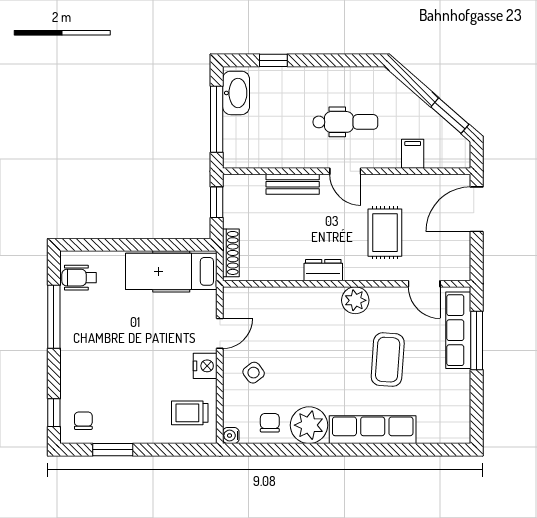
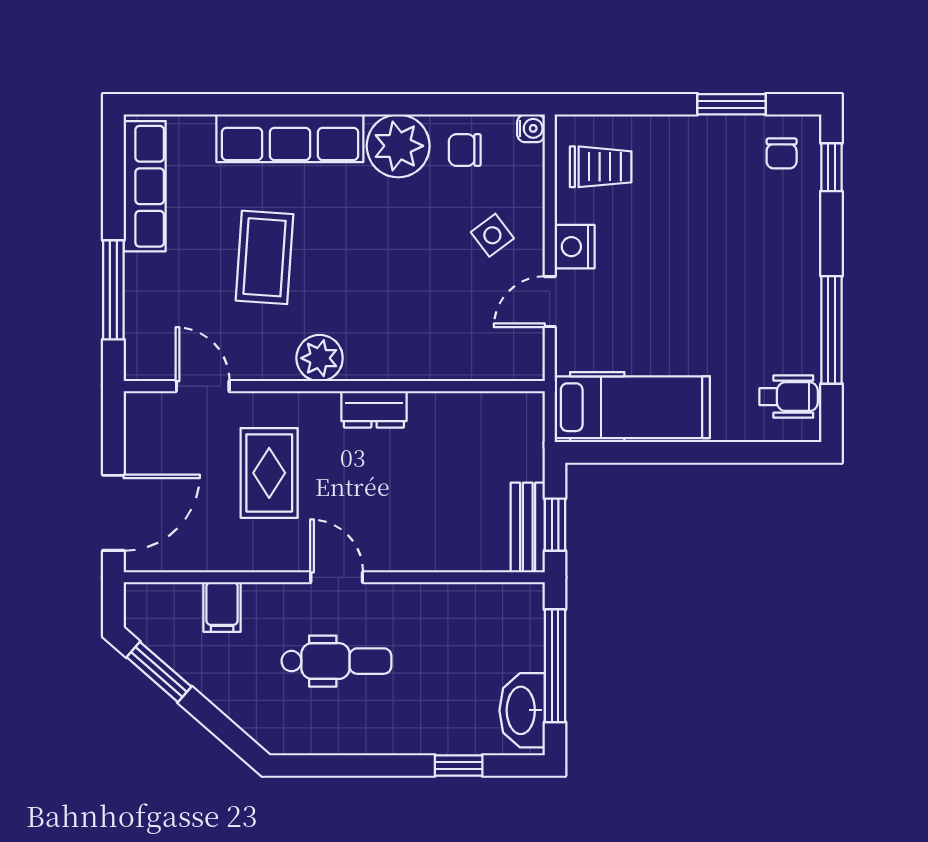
dental chair: (345, 122) -> (336, 661), turned 180
bench: (293, 184) -> (528, 528), moved, turned 90
shoe rack: (231, 253) -> (531, 439), removed
row of seats: (458, 330) -> (145, 186), moved
chair: (270, 423) -> (465, 150), turned 90

